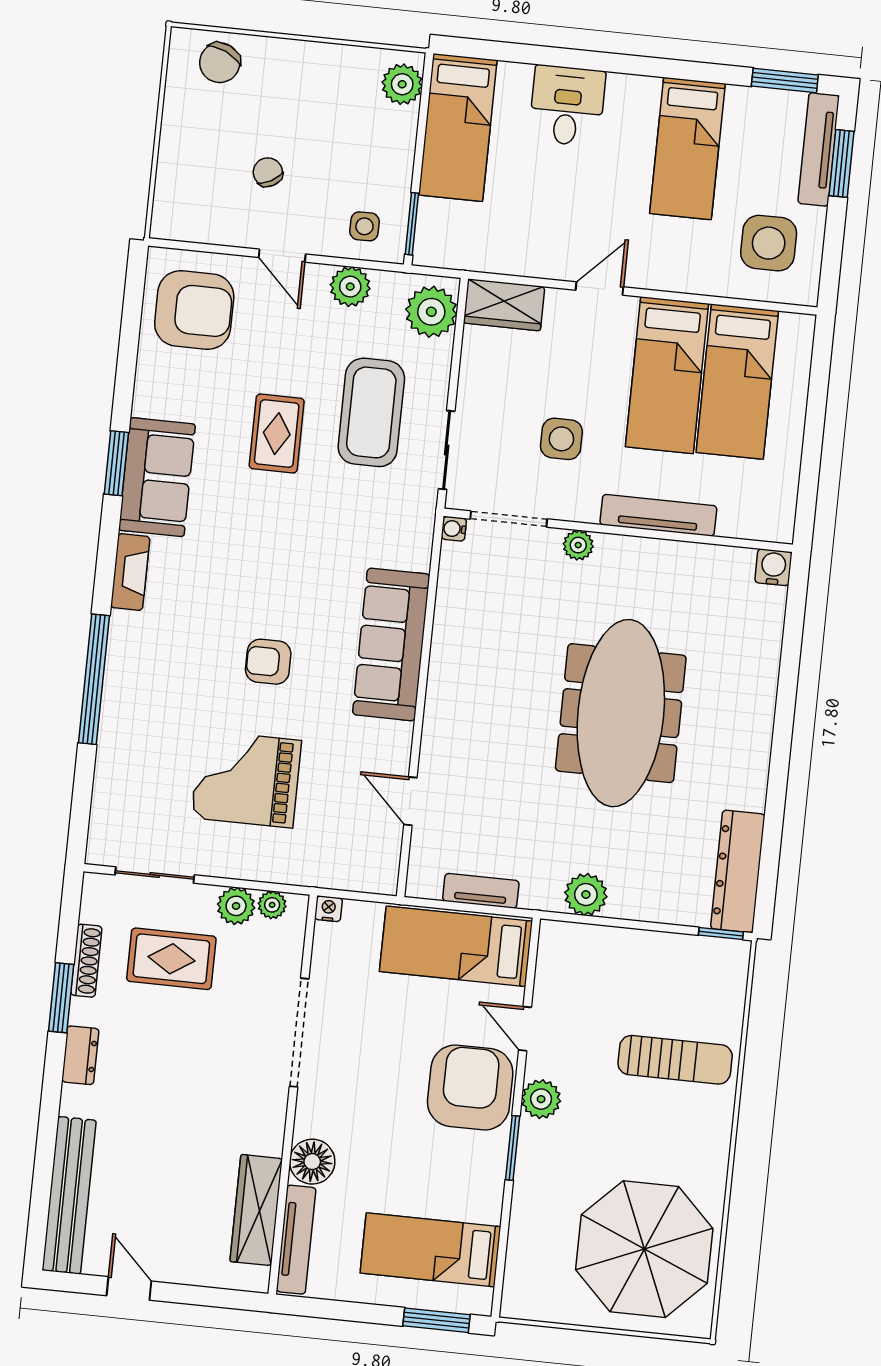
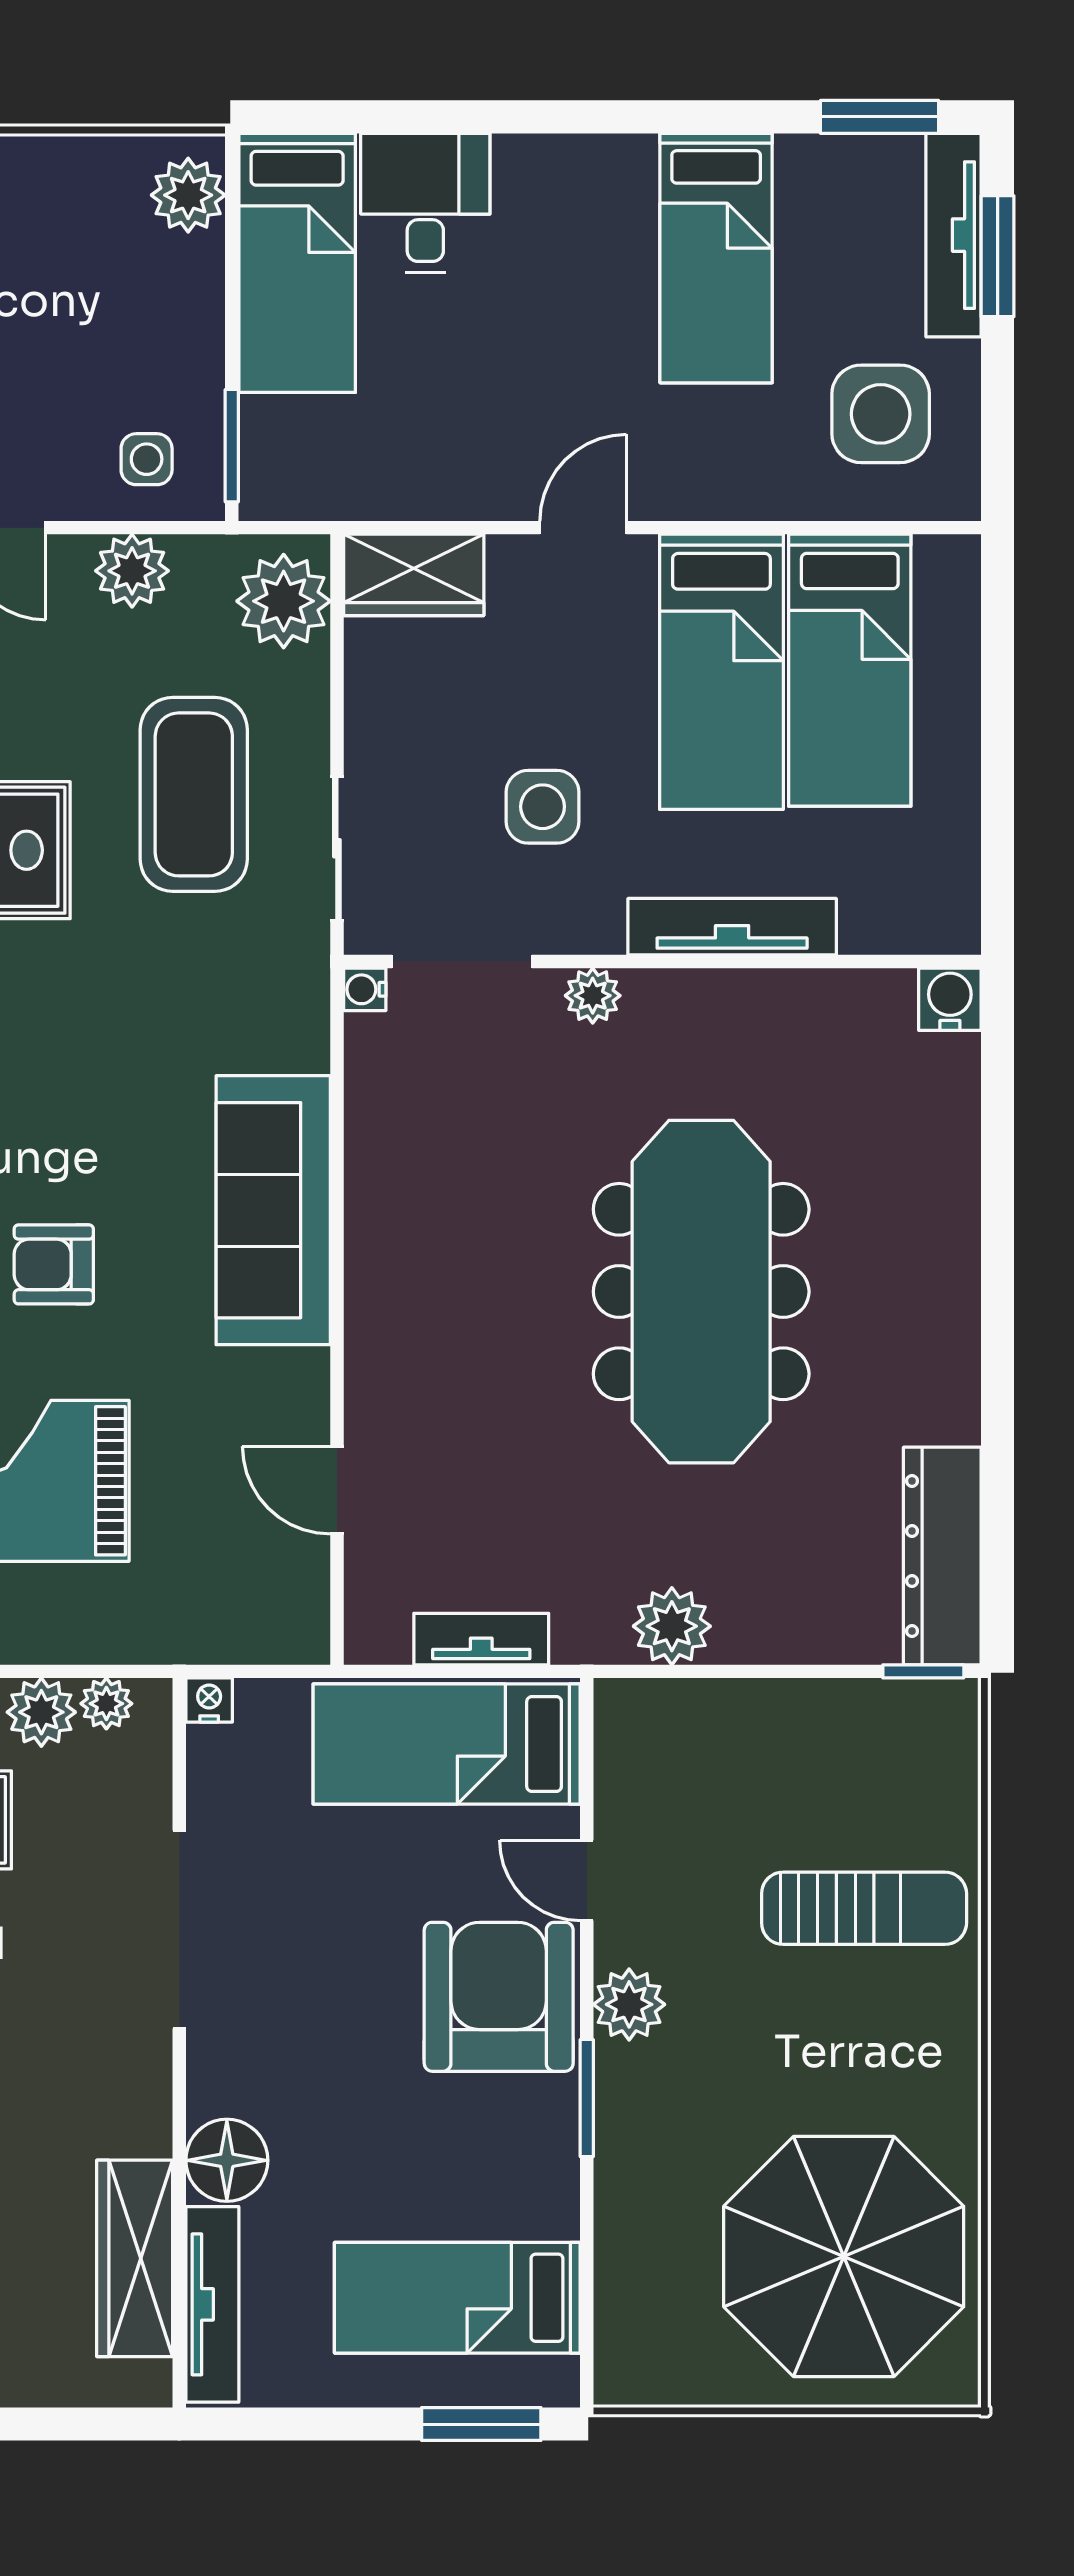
desk: (567, 106) -> (425, 203), moved

